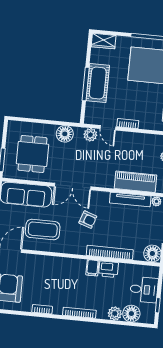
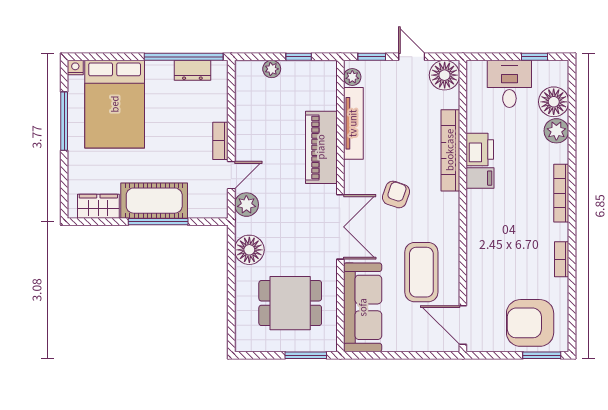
wardrobe: (104, 41) -> (98, 206), moved, turned -90
piano: (135, 182) -> (321, 147), moved

